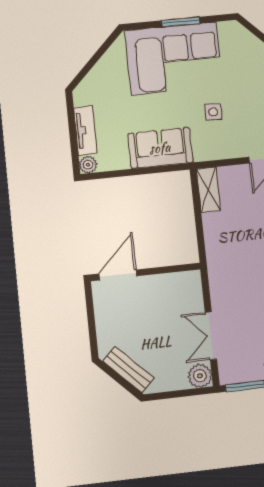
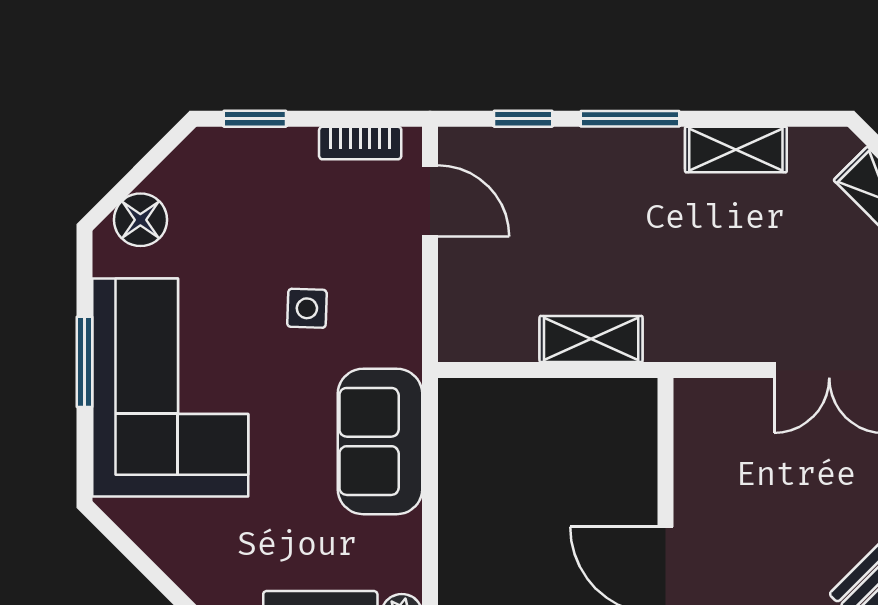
floor lamp: (243, 39) -> (140, 220), added
shelving: (208, 190) -> (591, 339), moved

